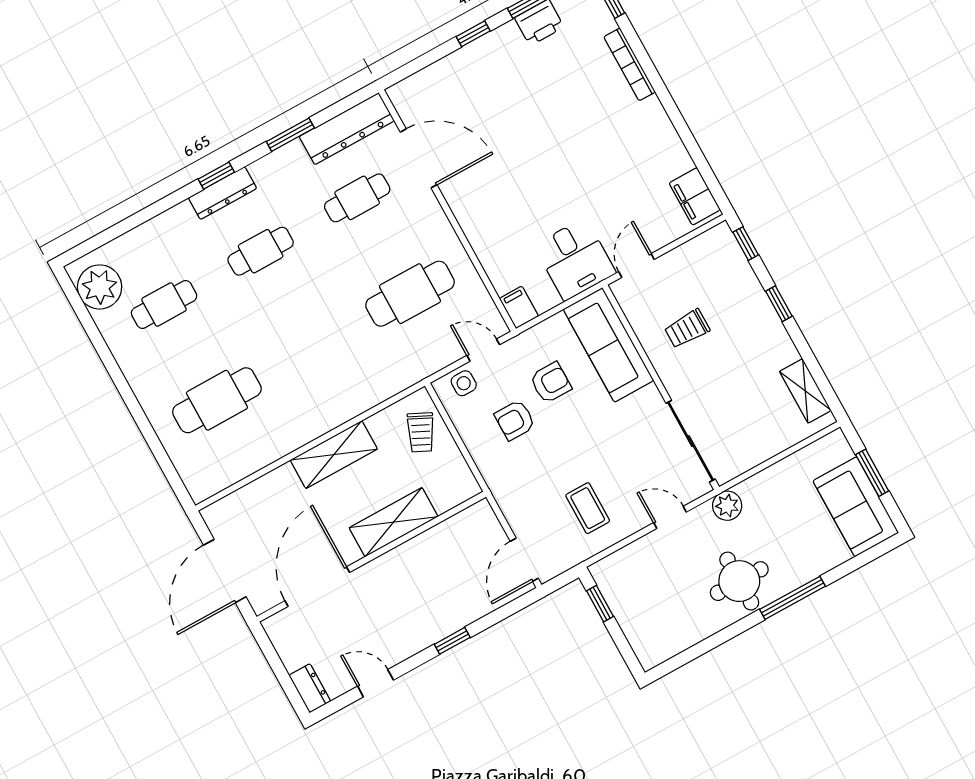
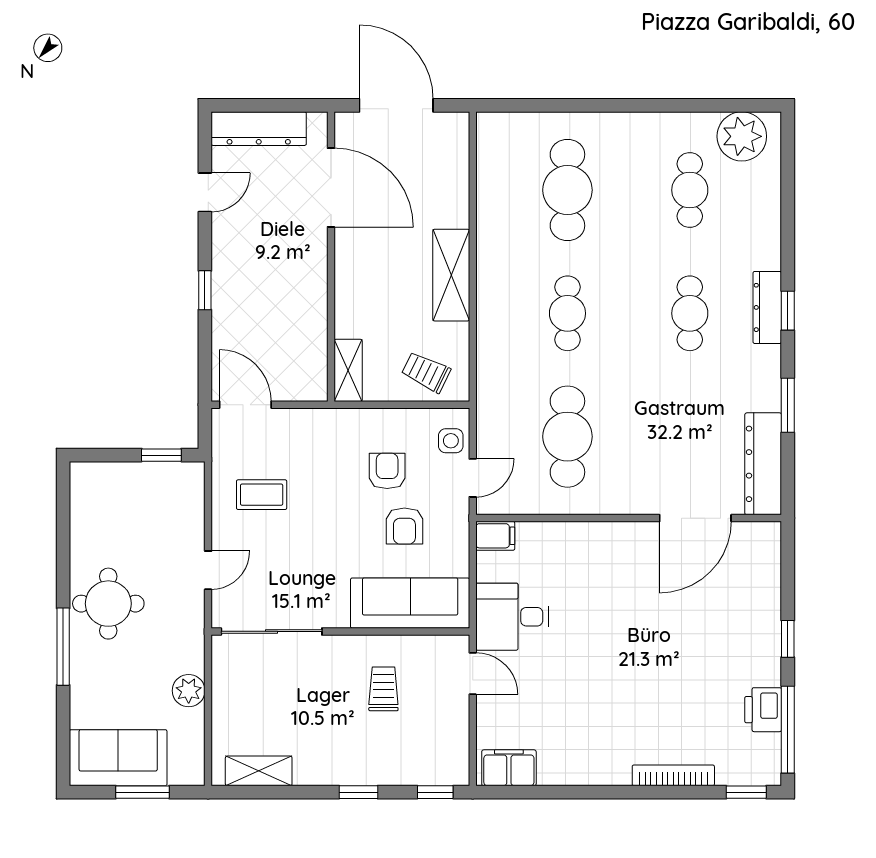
cafe table: (357, 198) -> (567, 313), moved
plant: (727, 506) -> (189, 691), moved
shelving: (394, 522) -> (348, 370), moved, width x0.67, depth x0.75
dresser: (310, 688) -> (259, 129), width x1.96, depth x1.24

